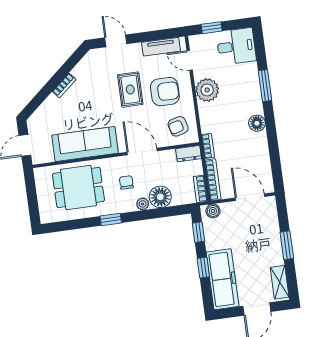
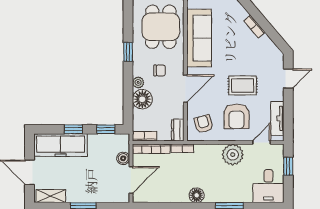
boiler: (213, 211) -> (123, 158), moved

